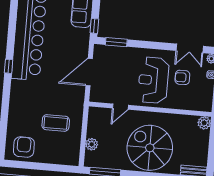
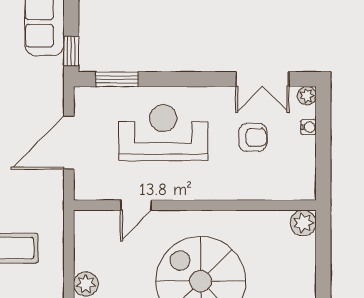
armchair: (182, 77) -> (253, 137), turned 180
reception desk: (153, 80) -> (163, 133), moved, turned 90

